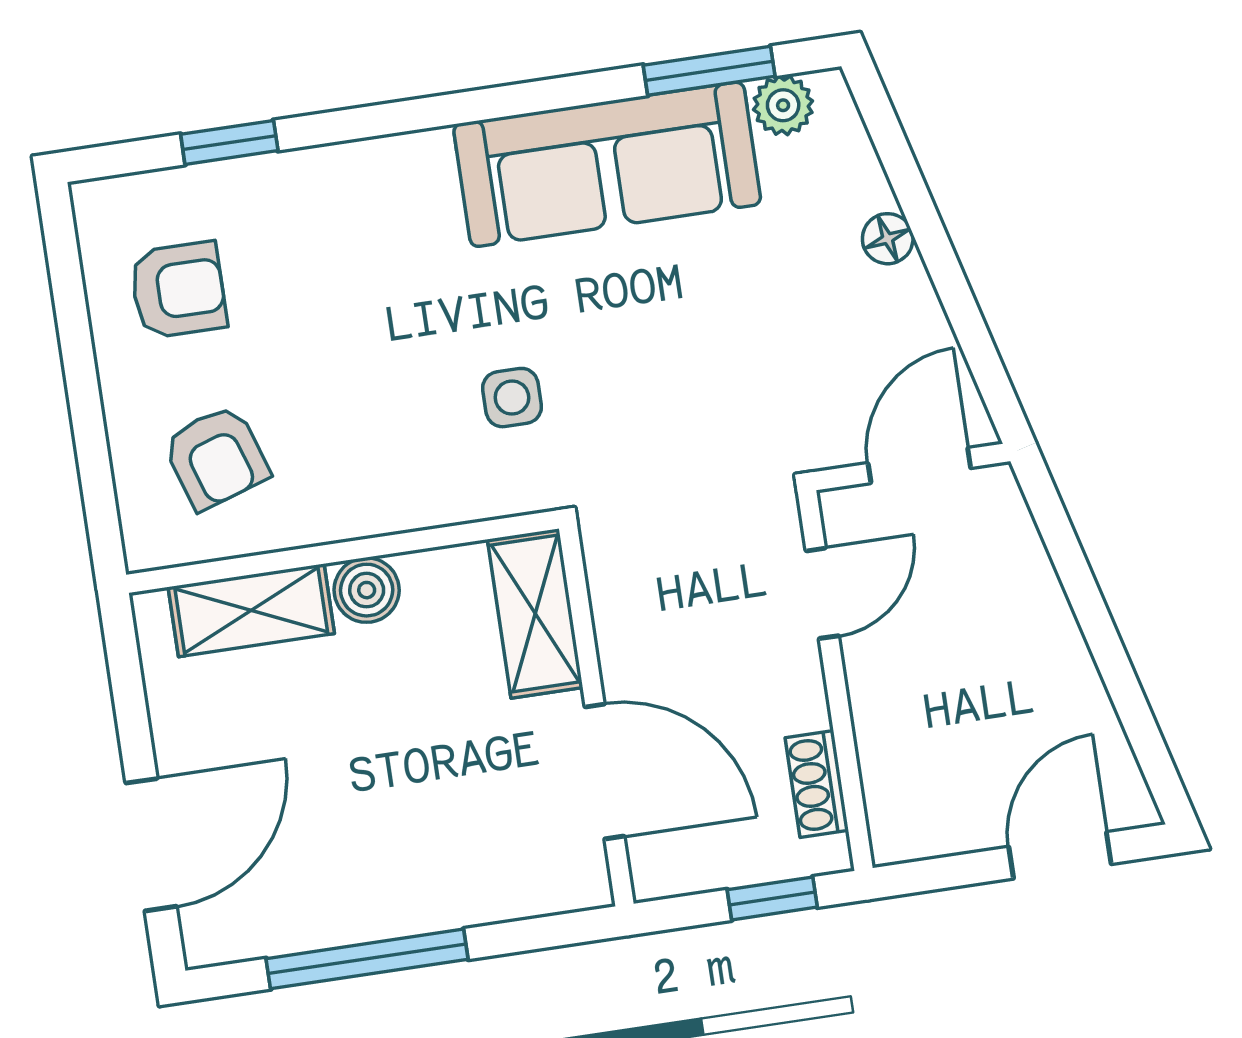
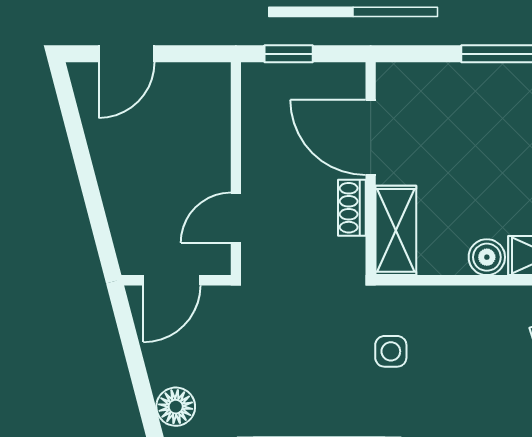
floor lamp: (888, 239) -> (176, 407), width x1.37, depth x1.37
shoe rack: (817, 784) -> (352, 208), moved, turned 180

